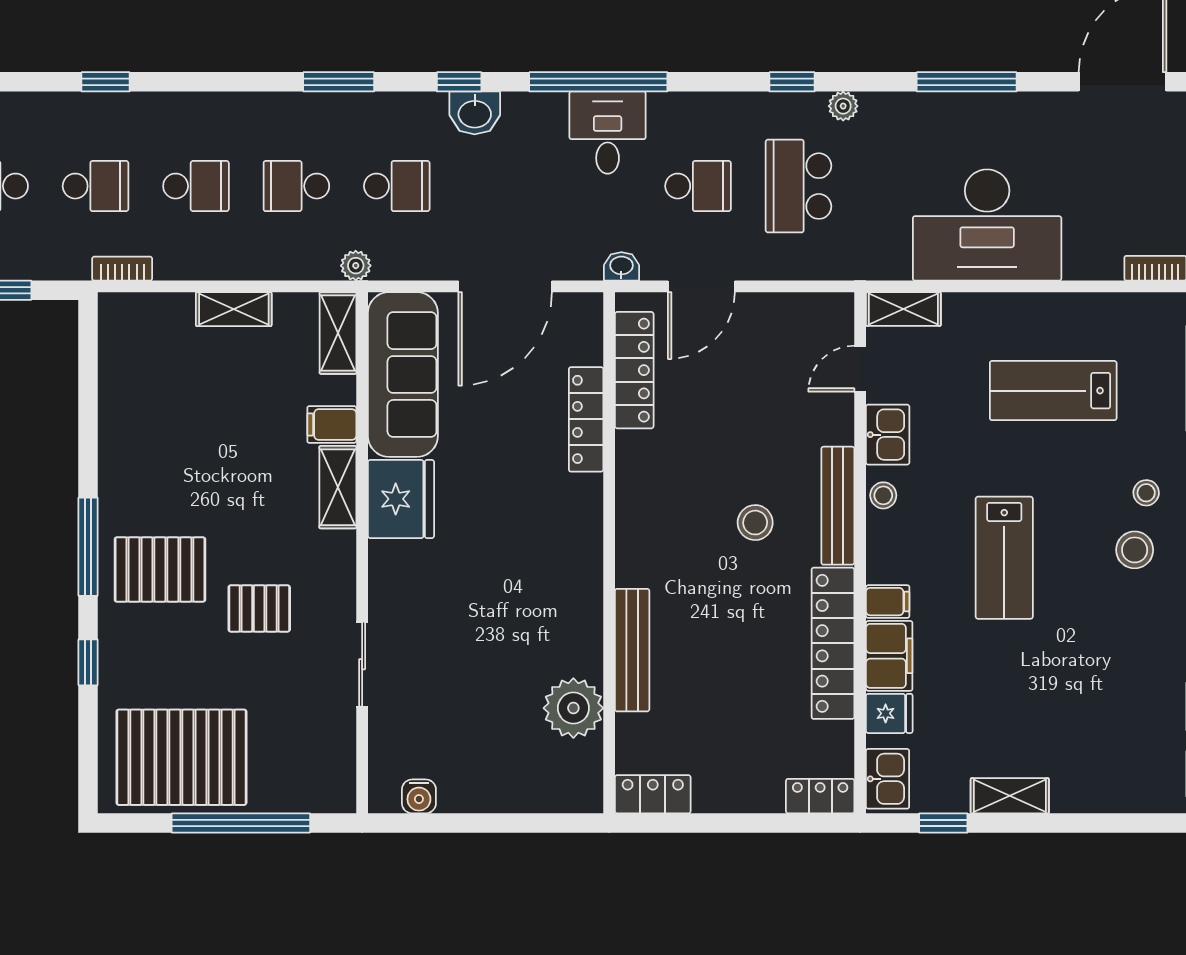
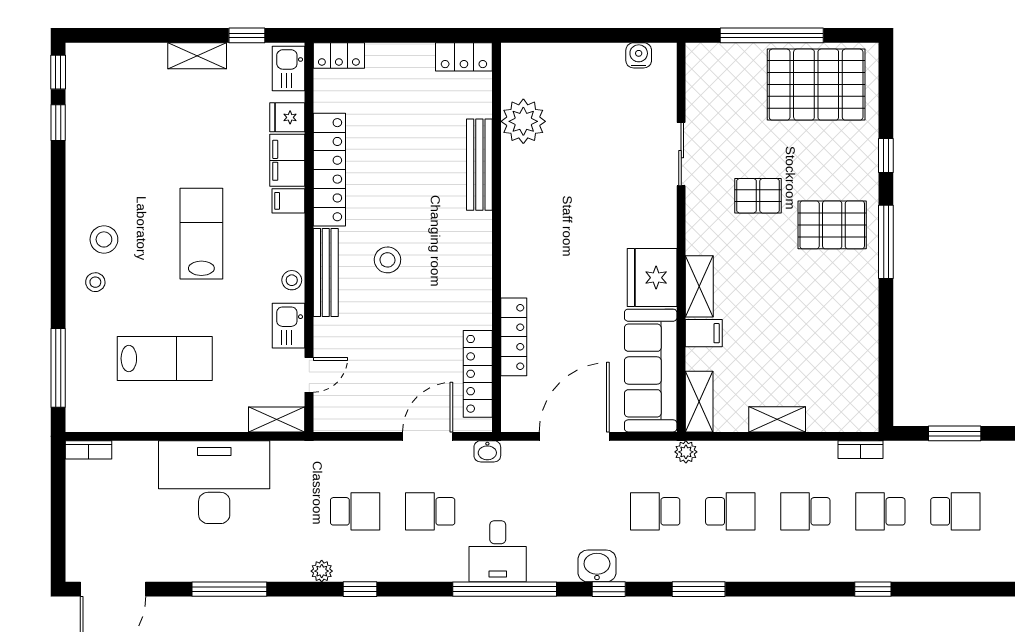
school desk: (798, 186) -> (355, 511), width x0.54

